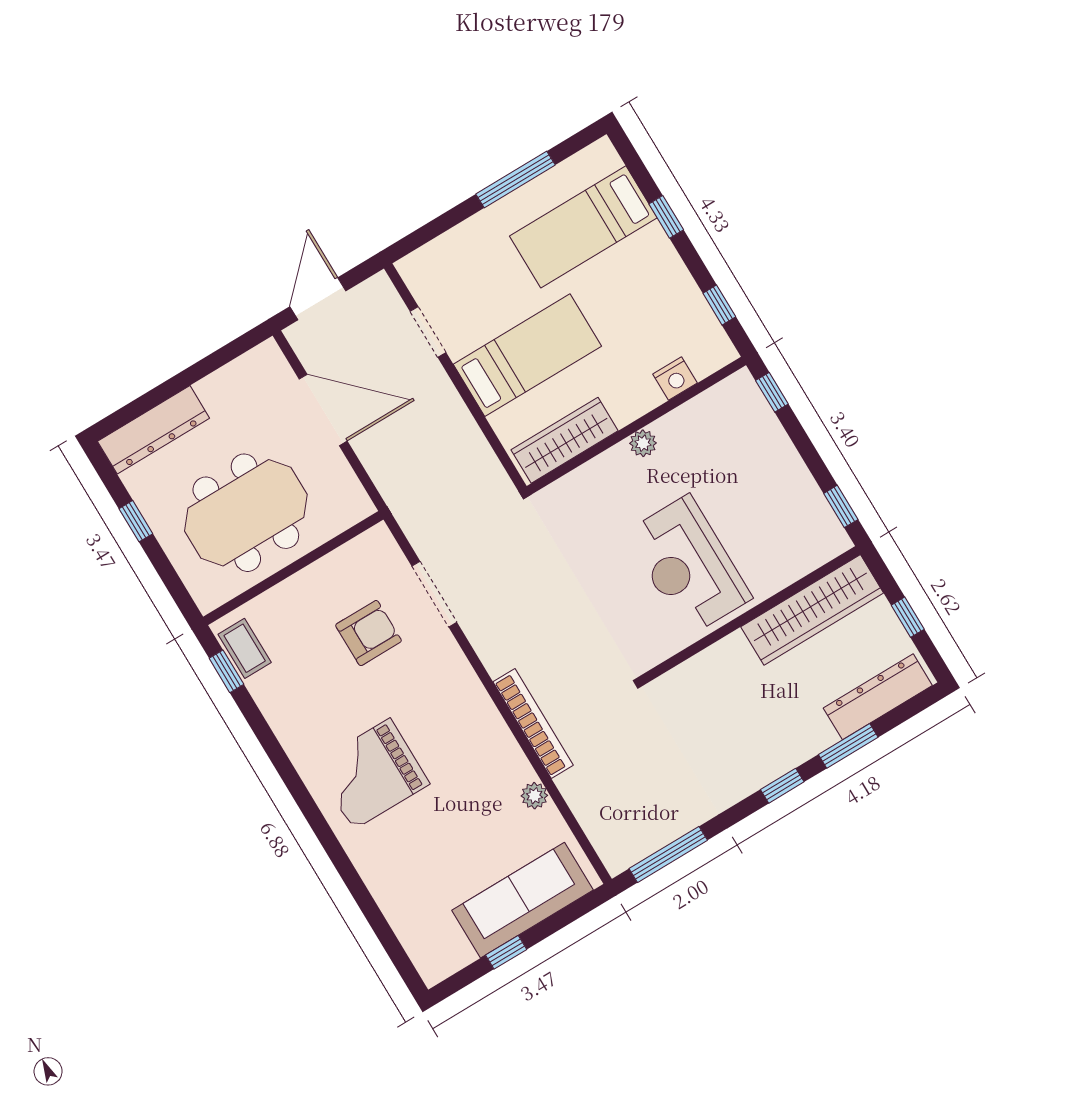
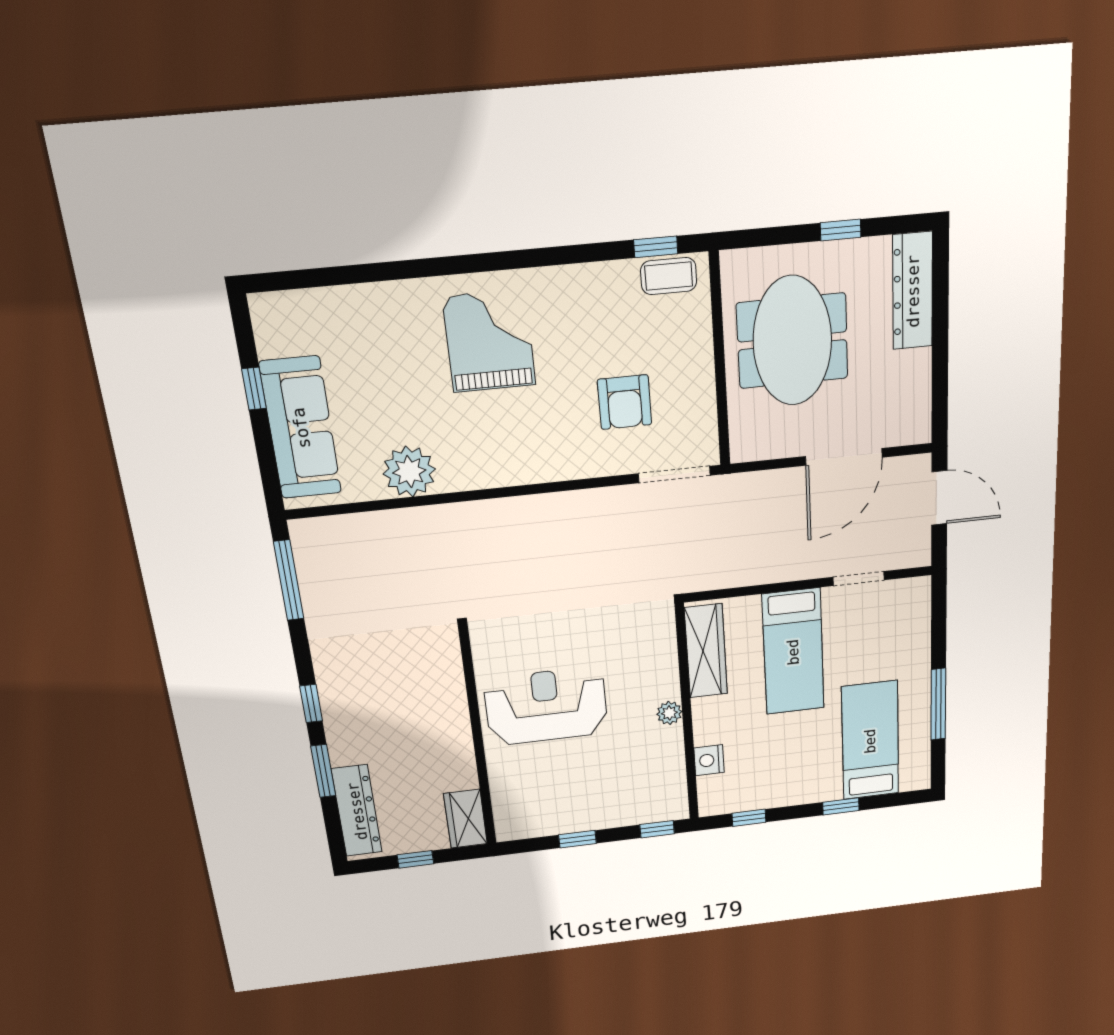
window: (841, 506) -> (577, 839), moved
doorway: (434, 594) -> (674, 474), moved
wardrobe: (812, 610) -> (465, 819), width x0.48, depth x0.85
bookcase: (533, 724) -> (468, 514), removed
plant: (534, 796) -> (409, 472), width x1.88, depth x1.88

